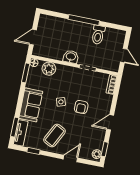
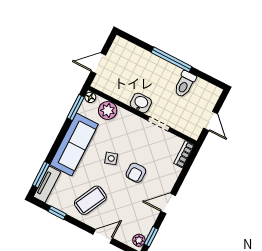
sofa: (31, 105) -> (74, 144), width x1.36

